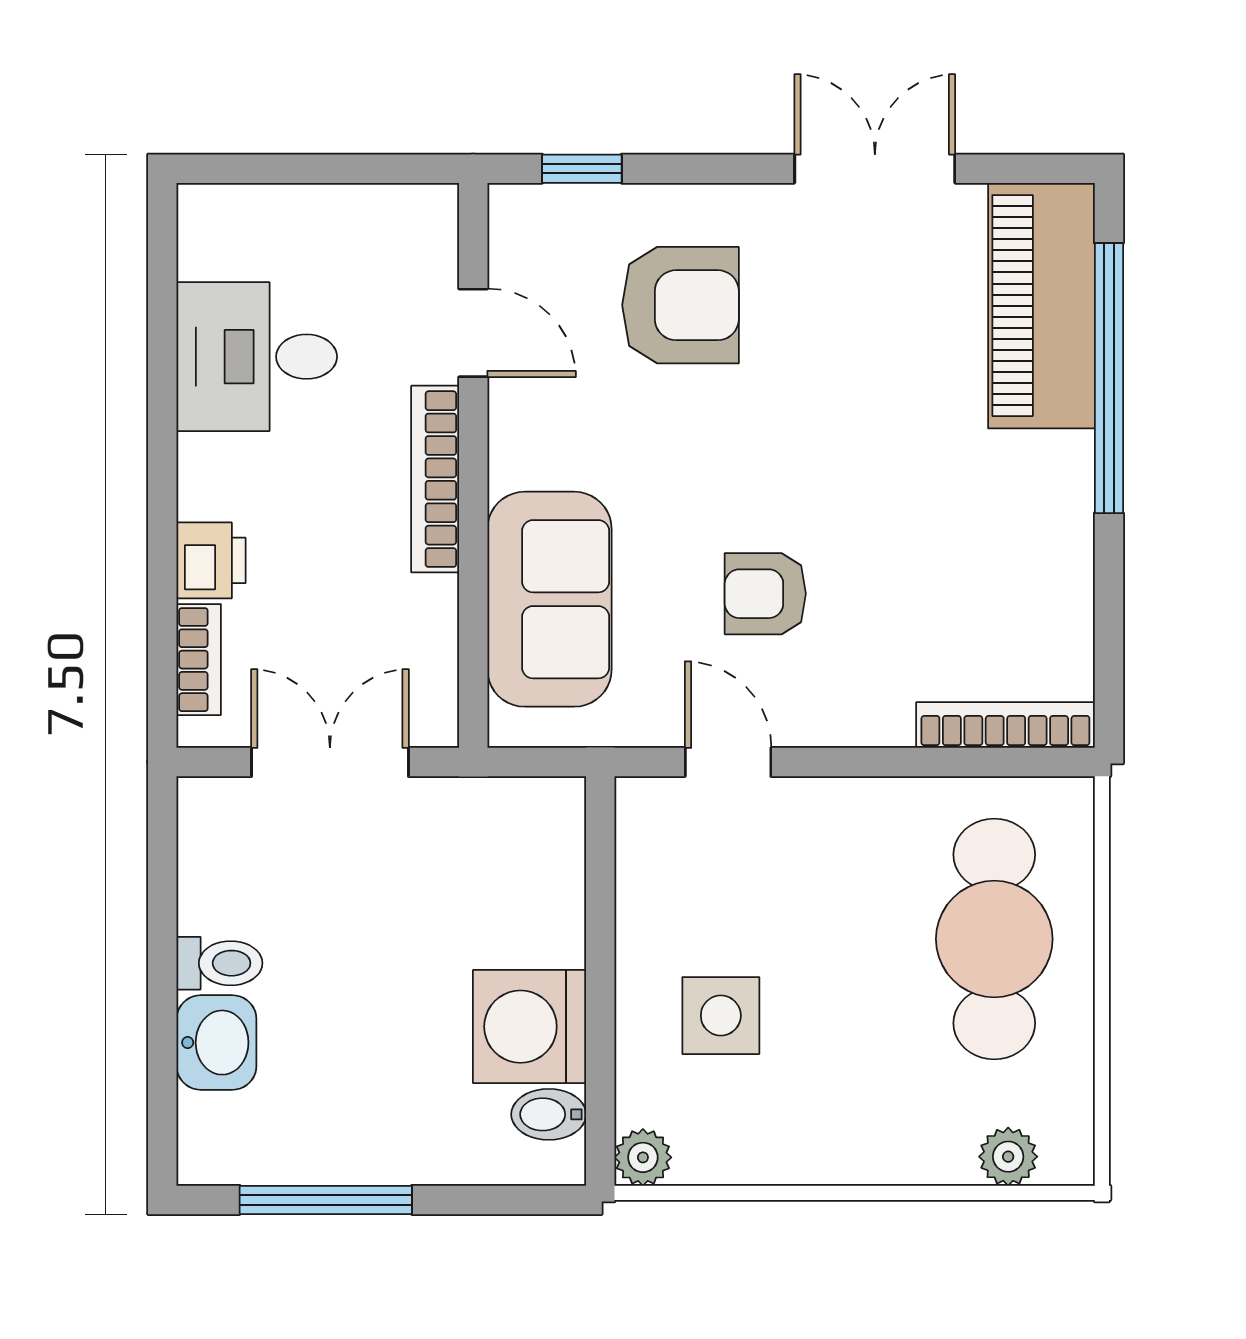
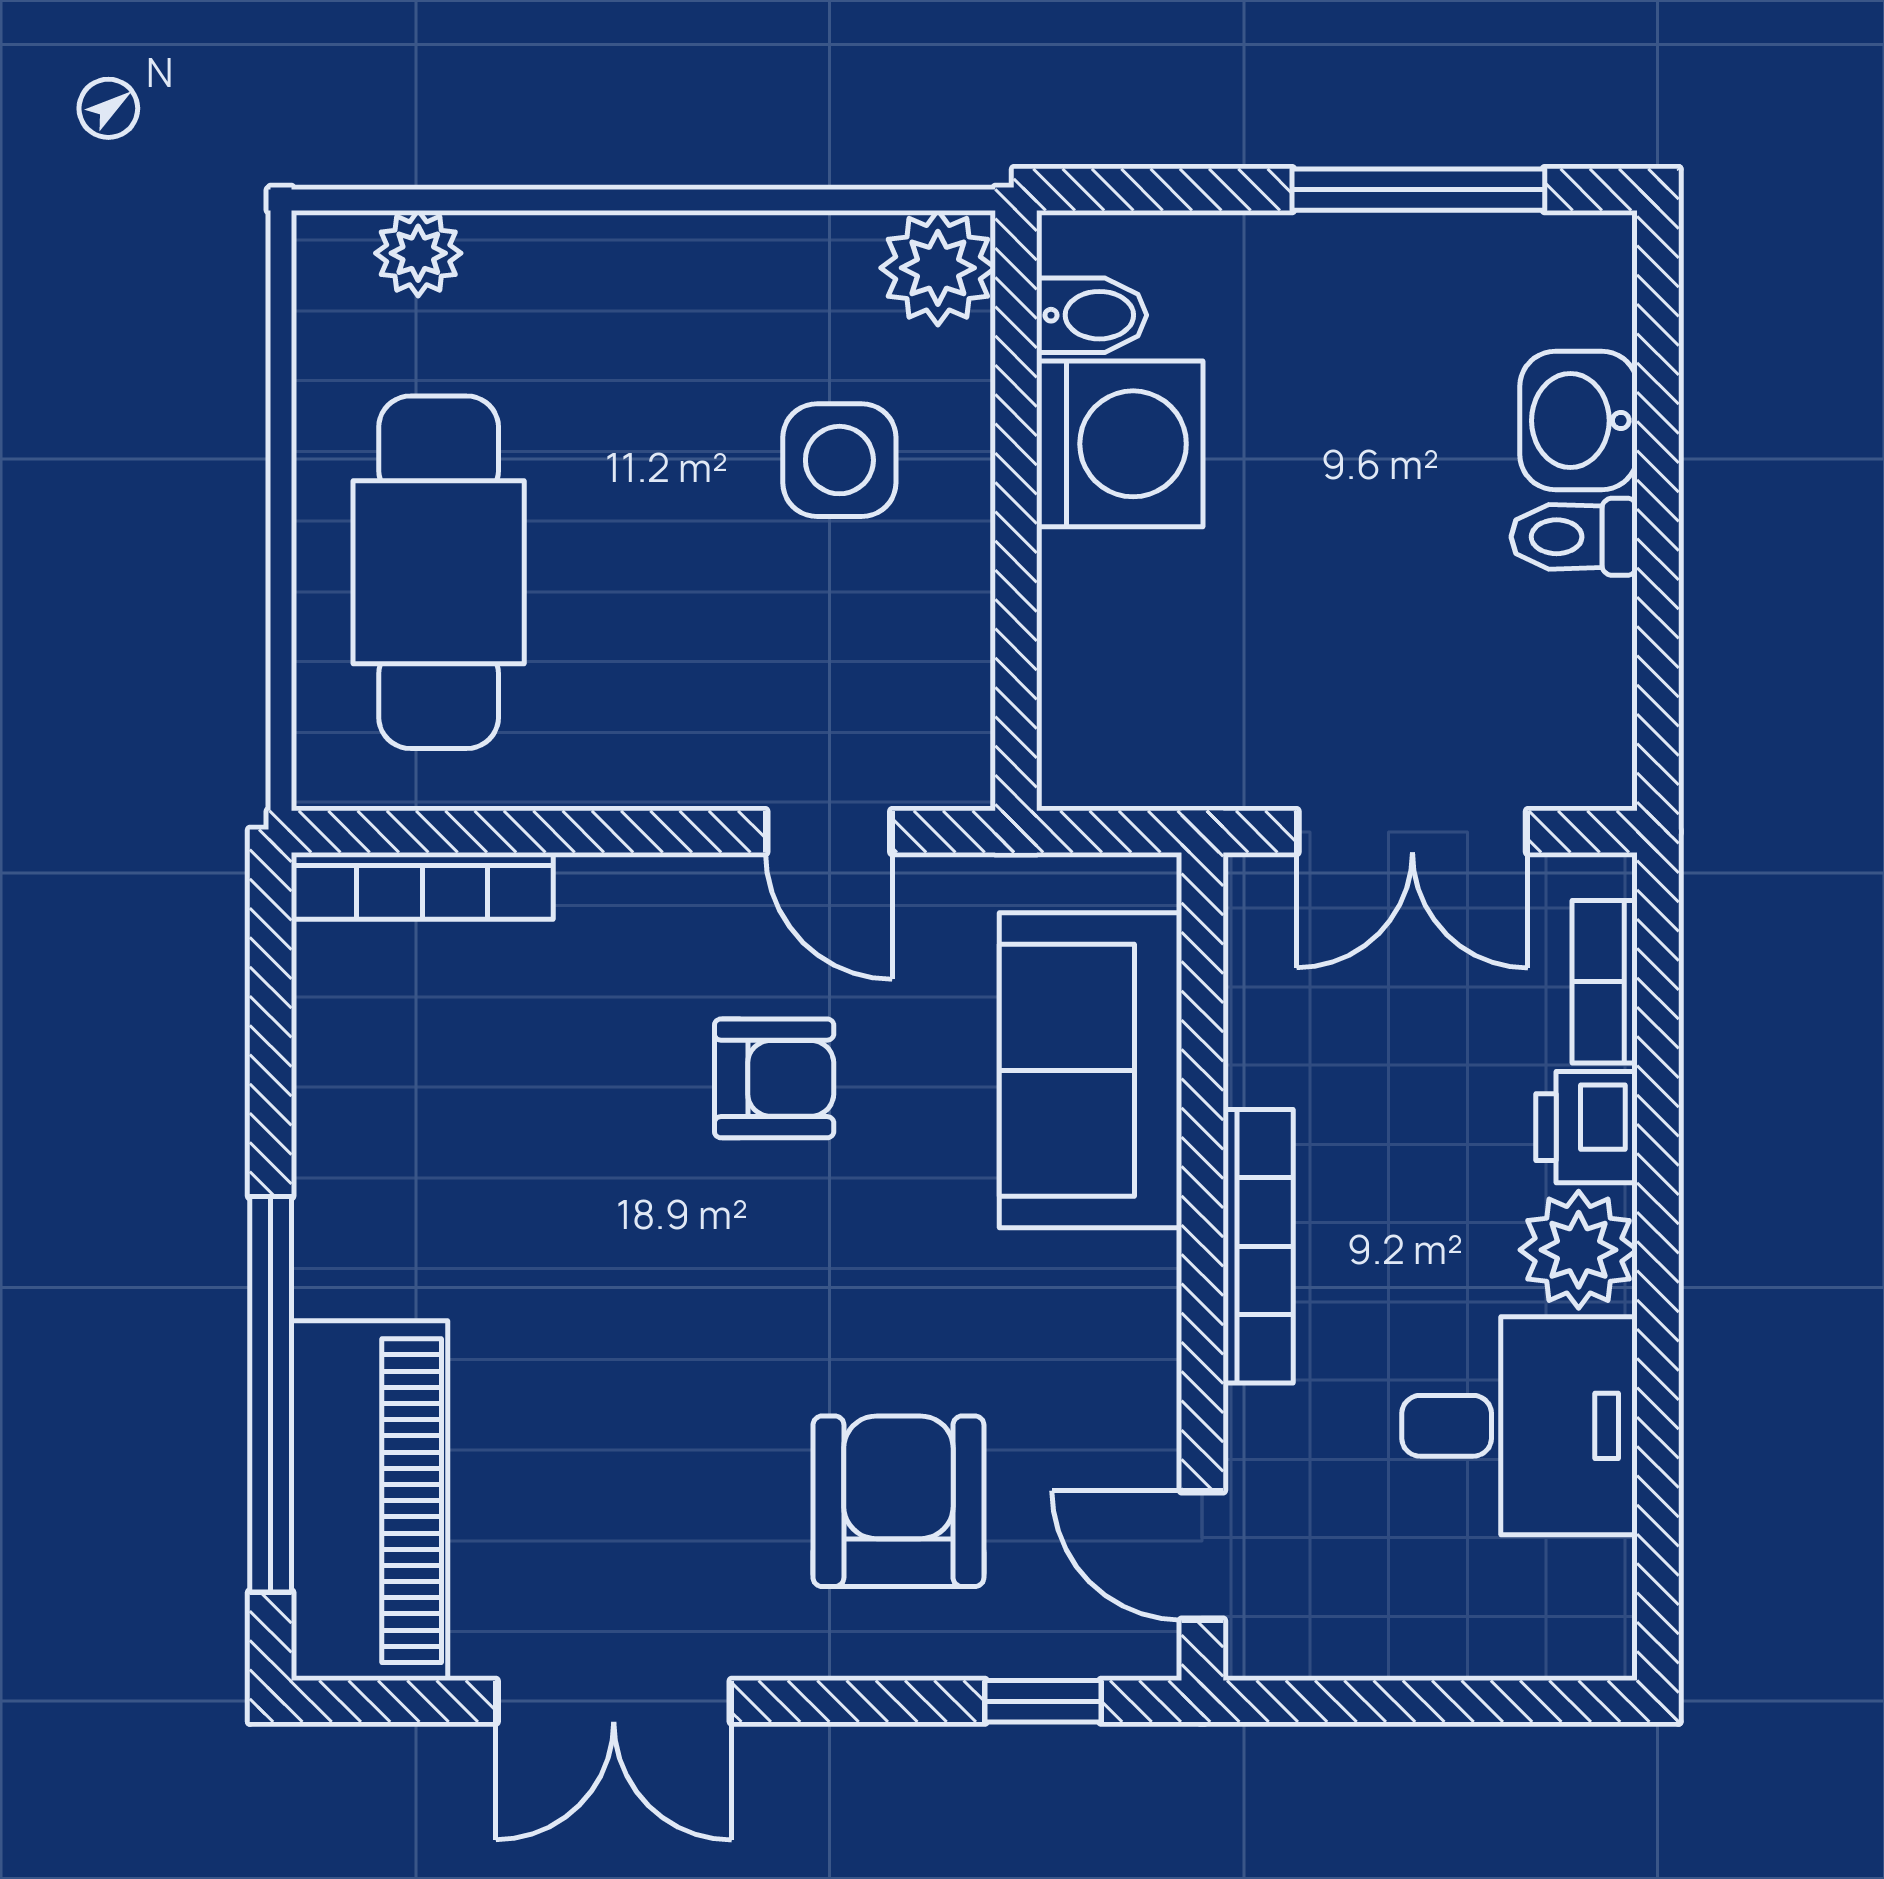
armchair: (681, 305) -> (898, 1501), turned 90
door: (473, 333) -> (1202, 1555), moved
plant: (217, 477) -> (1579, 1250), added
plant: (643, 1157) -> (938, 268), width x1.38, depth x1.38

